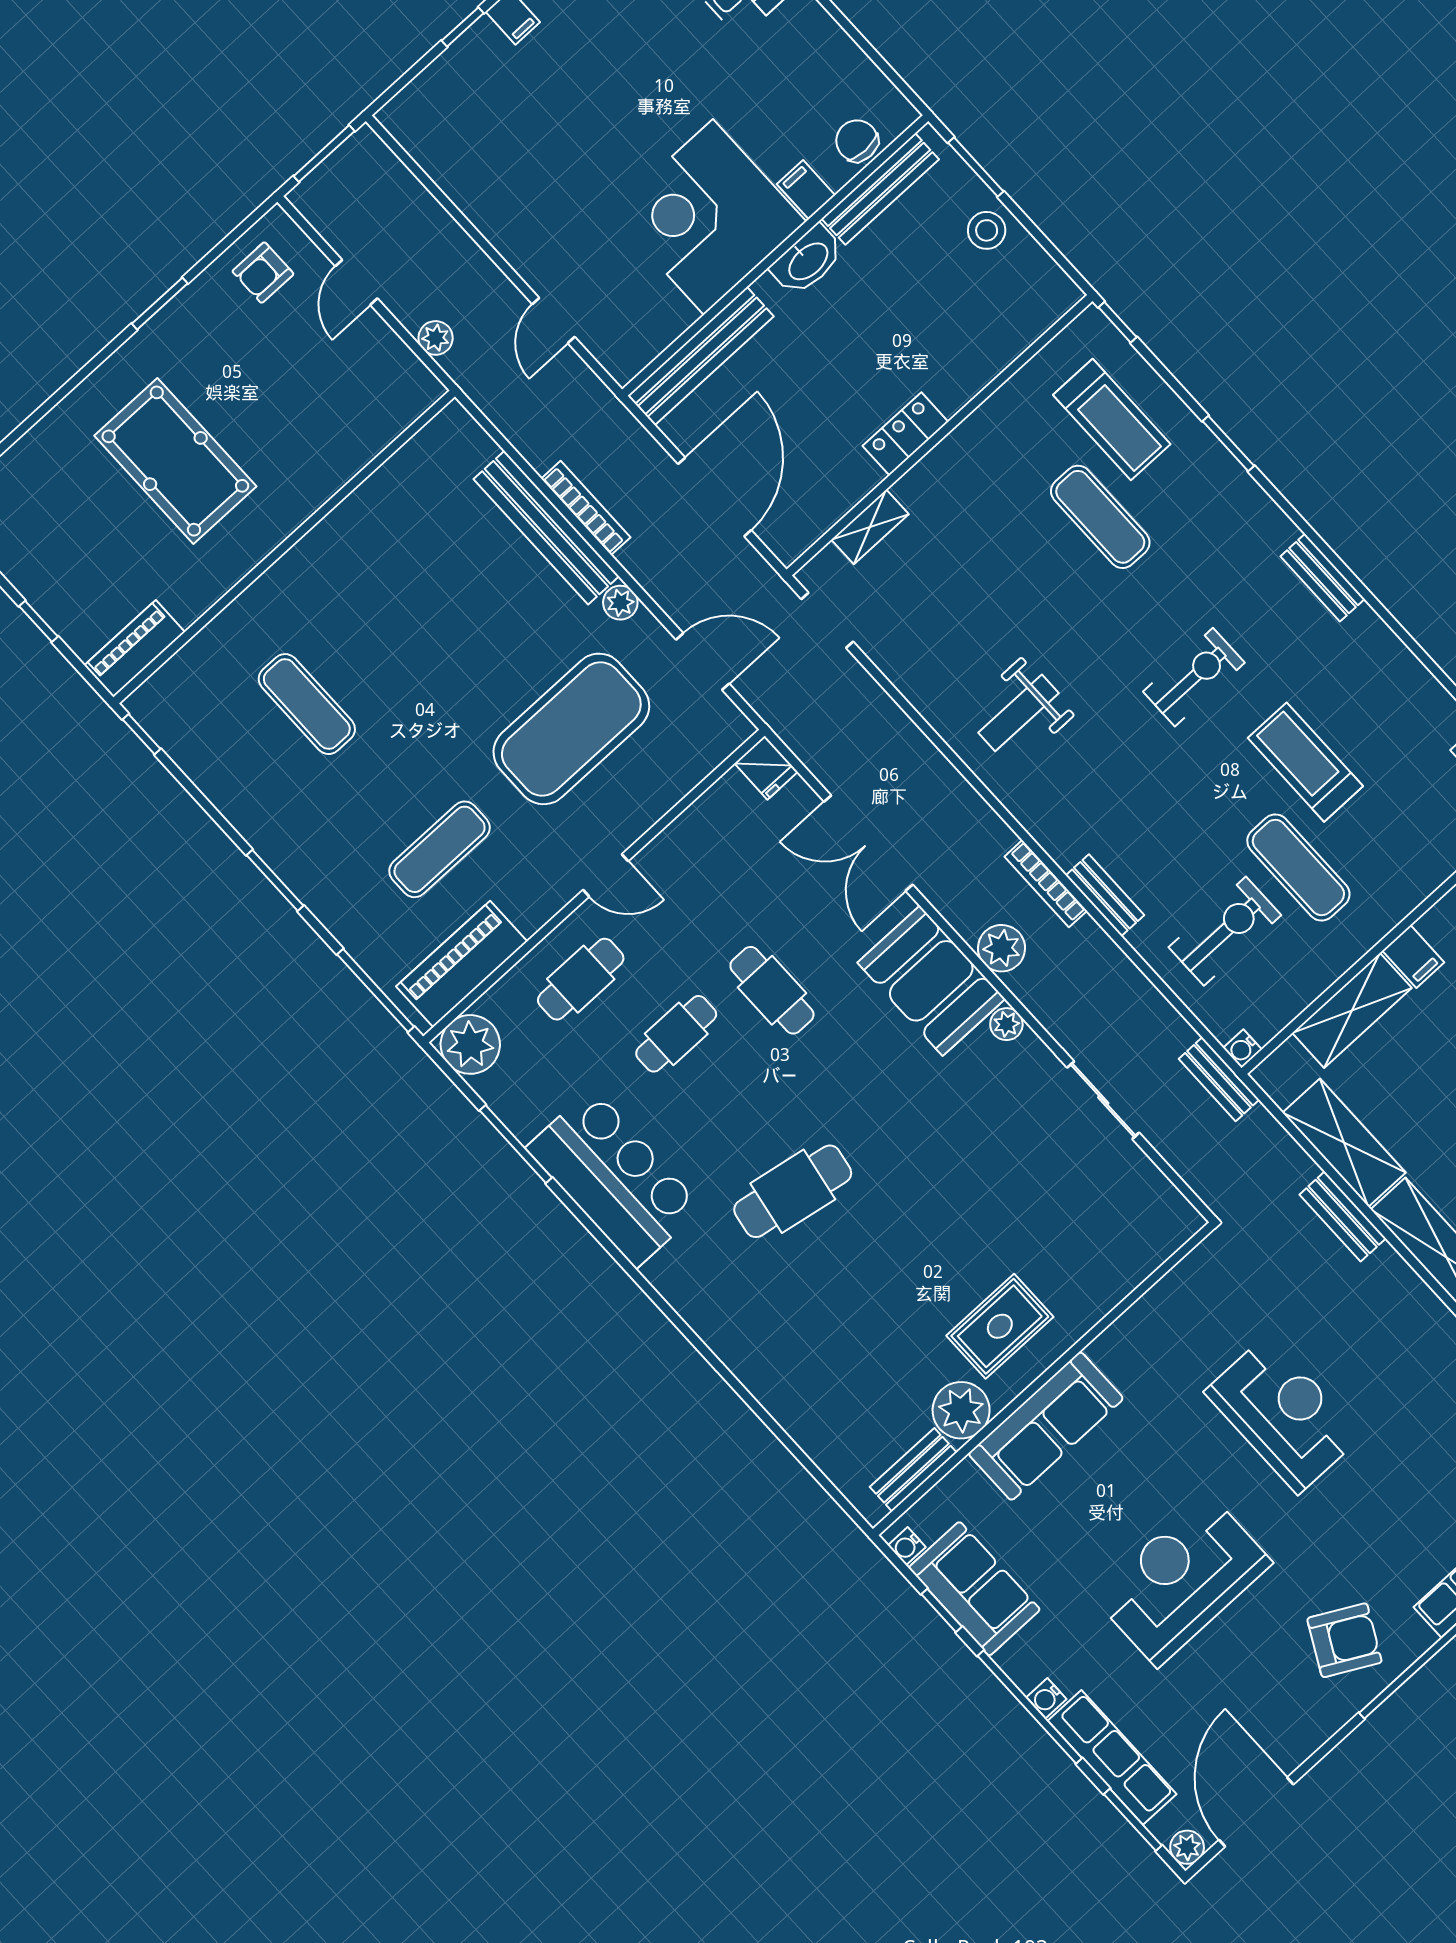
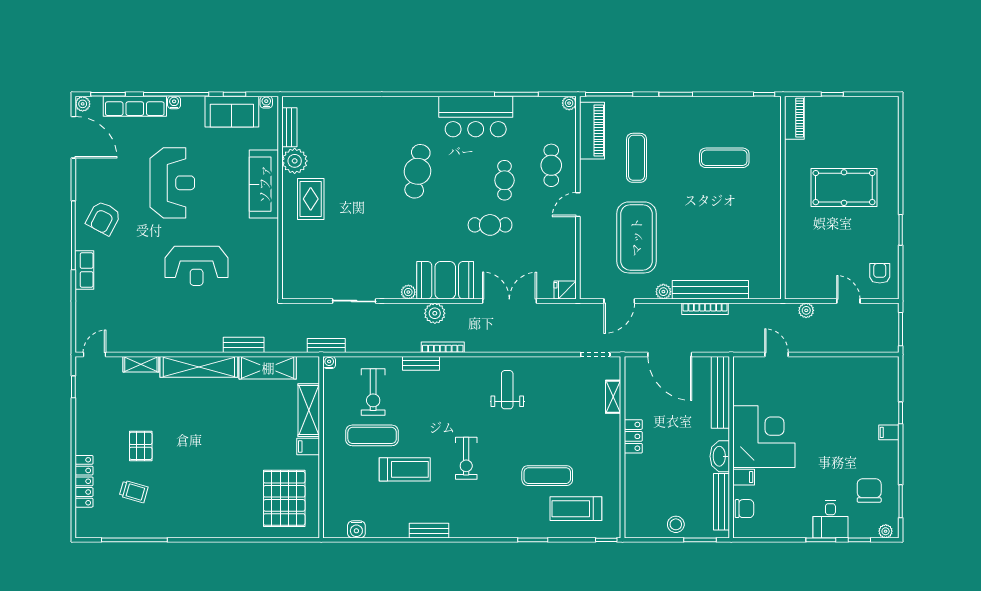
bench: (1323, 578) -> (429, 531), moved
plant: (470, 1044) -> (569, 103), width x0.53, depth x0.53

